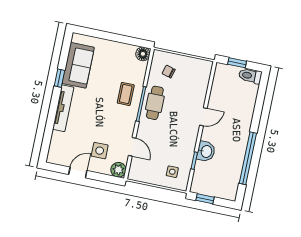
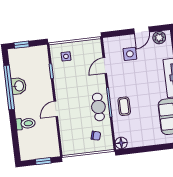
toilet: (250, 76) -> (26, 124), moved
door: (132, 147) -> (105, 66), hinge flipped
washbasin: (206, 151) -> (19, 86), moved, turned 180
plant: (118, 170) -> (159, 38), moved
window: (205, 199) -> (22, 45), moved

